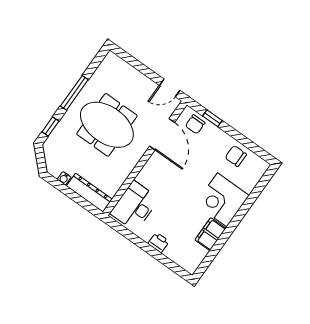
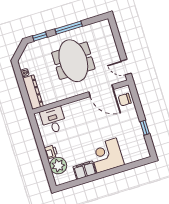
window: (212, 118) -> (145, 128), moved
door: (162, 134) -> (101, 91), hinge flipped
chair: (236, 156) -> (134, 136), removed
desk: (135, 206) -> (53, 120), width x0.73
plant: (178, 251) -> (58, 166), added

